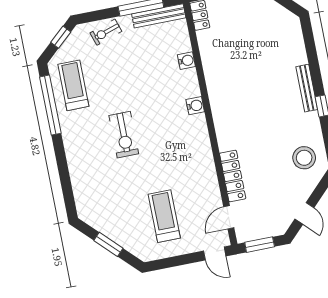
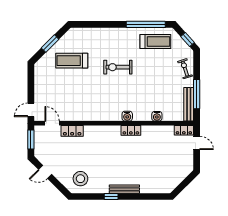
locker: (216, 96) -> (131, 130), added
locker: (233, 176) -> (72, 131), width x0.66
treadmill: (164, 216) -> (72, 61), moved, turned 180

